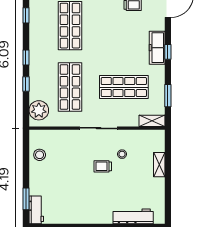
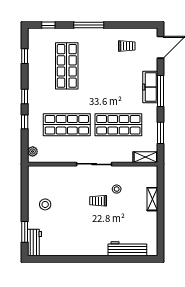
window: (168, 52) -> (161, 91), width x2.17
shop shelf: (70, 87) -> (67, 125), turned 90
plant: (39, 110) -> (33, 151), width x0.53, depth x0.53
stool: (40, 155) -> (45, 204), moved

